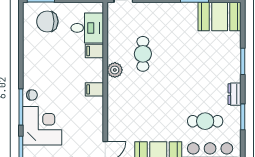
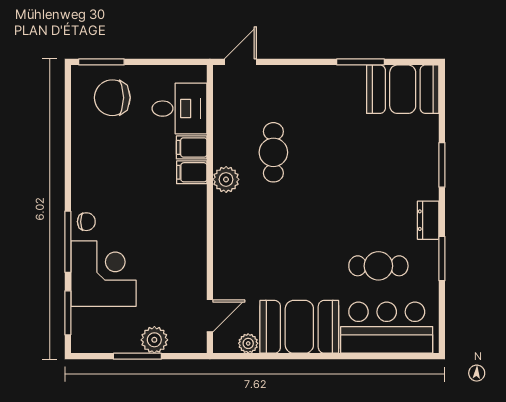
filing cabinet: (94, 89) -> (192, 172), moved

